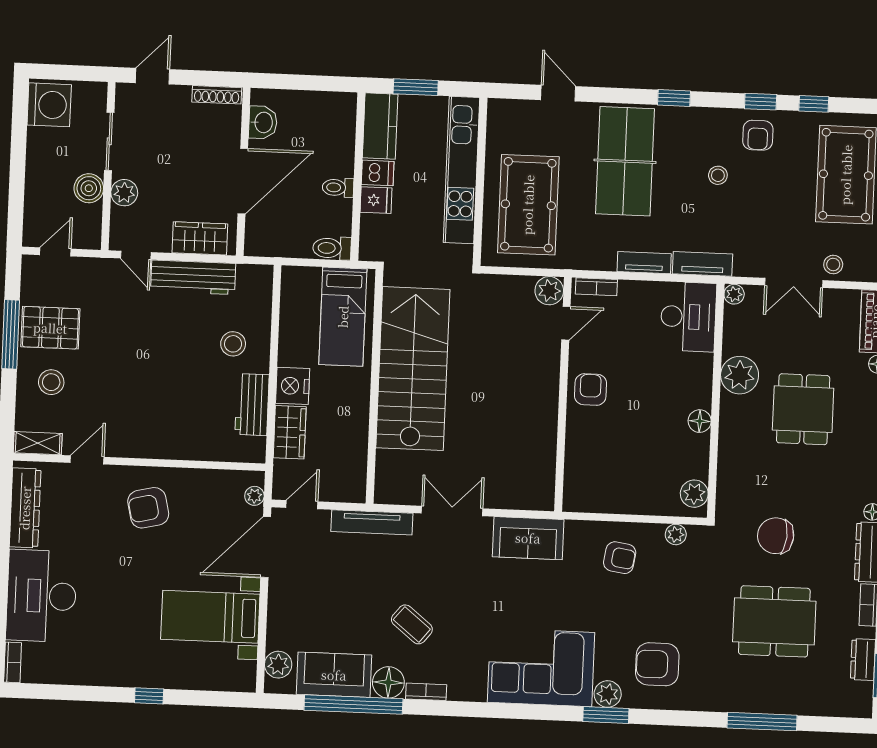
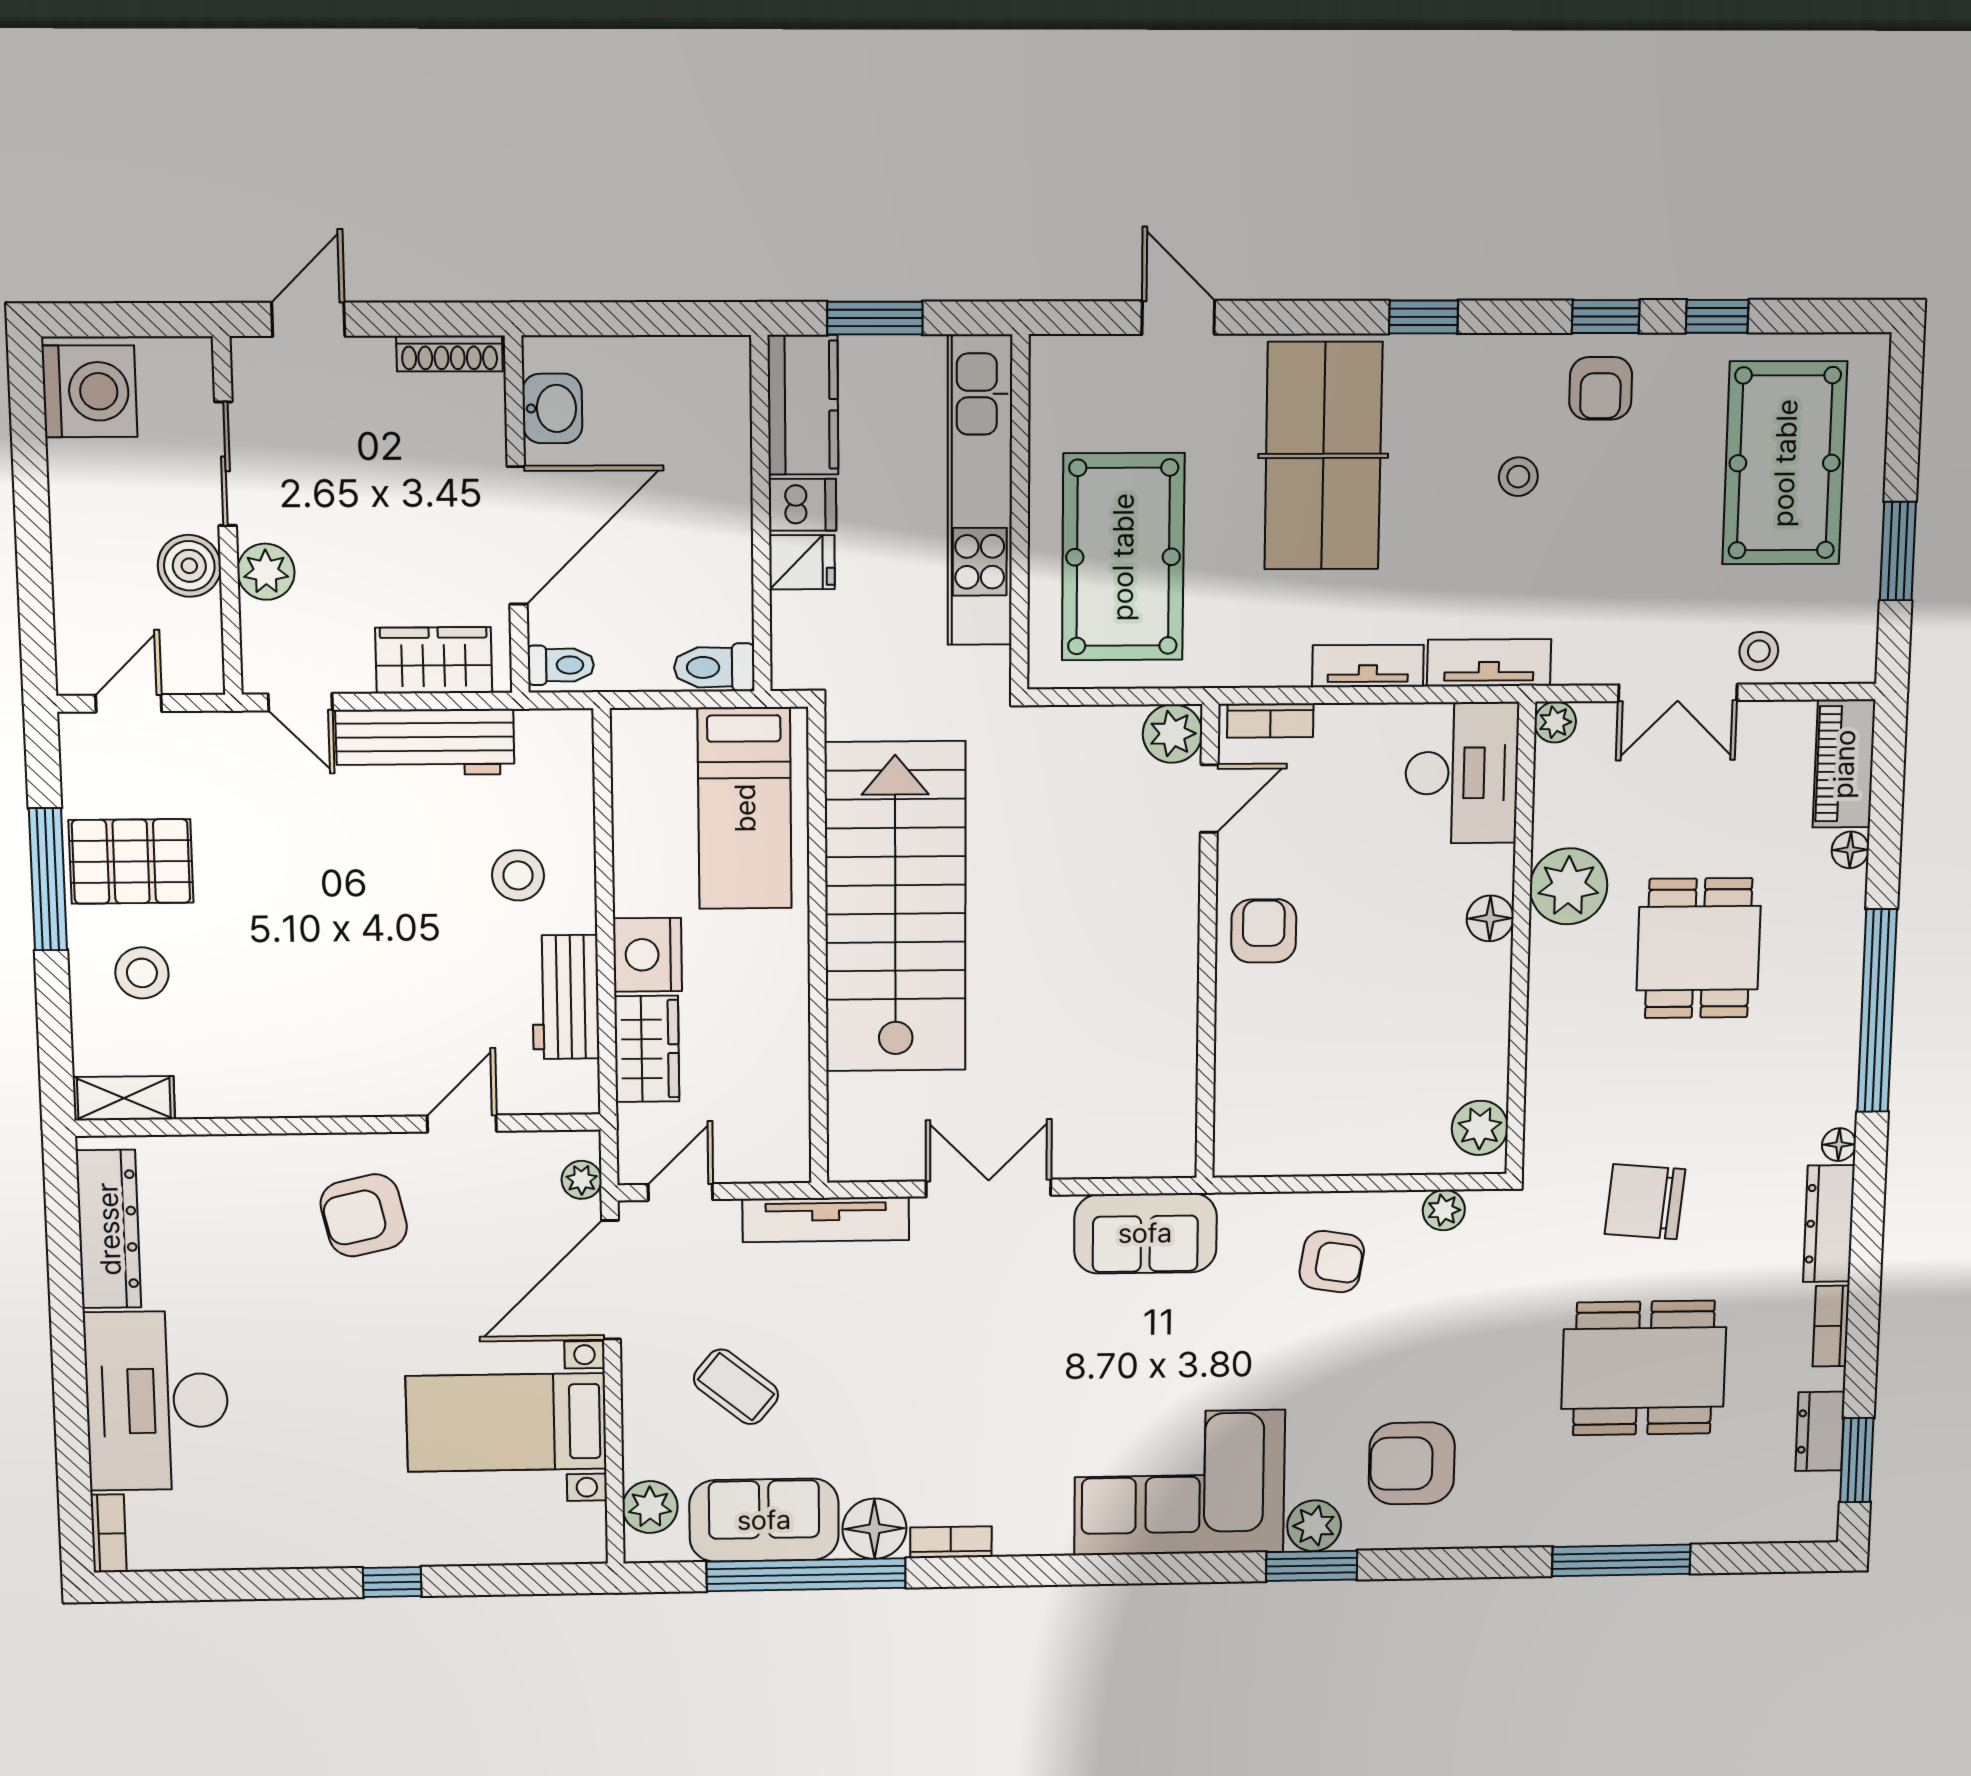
toilet: (338, 188) -> (561, 665), moved, turned 180
floor lamp: (700, 421) -> (1490, 918), moved
door: (87, 460) -> (462, 1124), moved
coffee table: (412, 624) -> (736, 1387), moved

